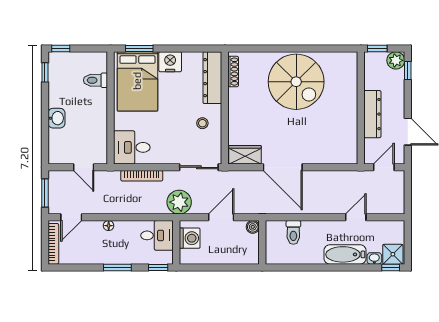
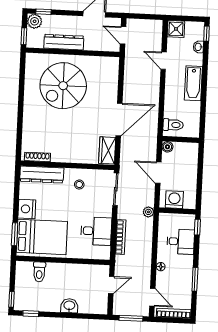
spiral stairs: (296, 82) -> (63, 86), moved, turned 180
dresser: (372, 114) -> (64, 42), moved
desk: (132, 147) -> (96, 231), moved, turned -90
plant: (179, 202) -> (148, 212), width x0.53, depth x0.53
toilet: (293, 232) -> (173, 125), moved
desk: (157, 235) -> (181, 242), moved, turned 90
bathtub: (345, 254) -> (193, 83), moved
shower: (393, 254) -> (176, 29), moved
window: (117, 267) -> (195, 279), moved

